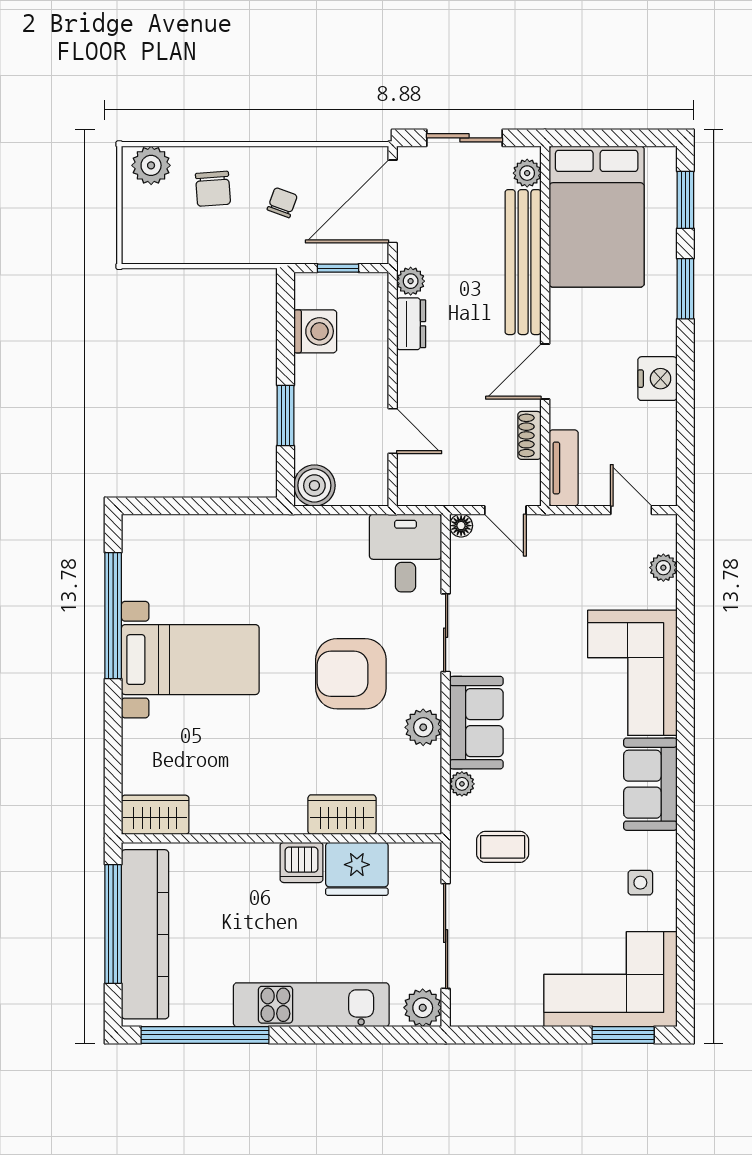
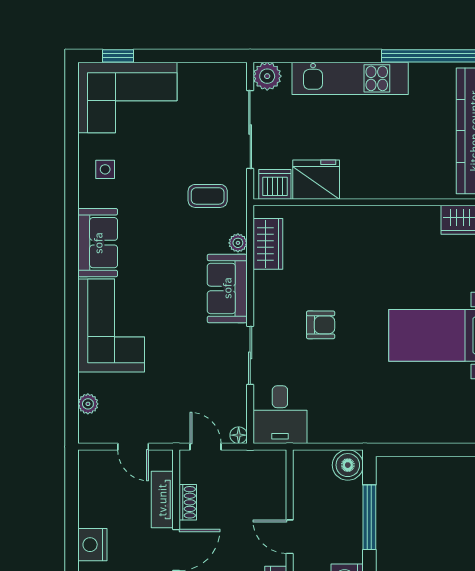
window: (285, 415) -> (369, 517), width x1.44
door: (393, 431) -> (290, 537), moved
tv unit: (564, 468) -> (162, 500), moved
door: (631, 510) -> (133, 447), moved
armchair: (351, 674) -> (321, 325), width x0.53, depth x0.53
plant: (423, 727) -> (267, 285), removed
wardrobe: (342, 815) -> (268, 244), moved, turned -90
dishwasher: (301, 862) -> (275, 184), moved
window: (623, 1035) -> (118, 56), width x0.67

